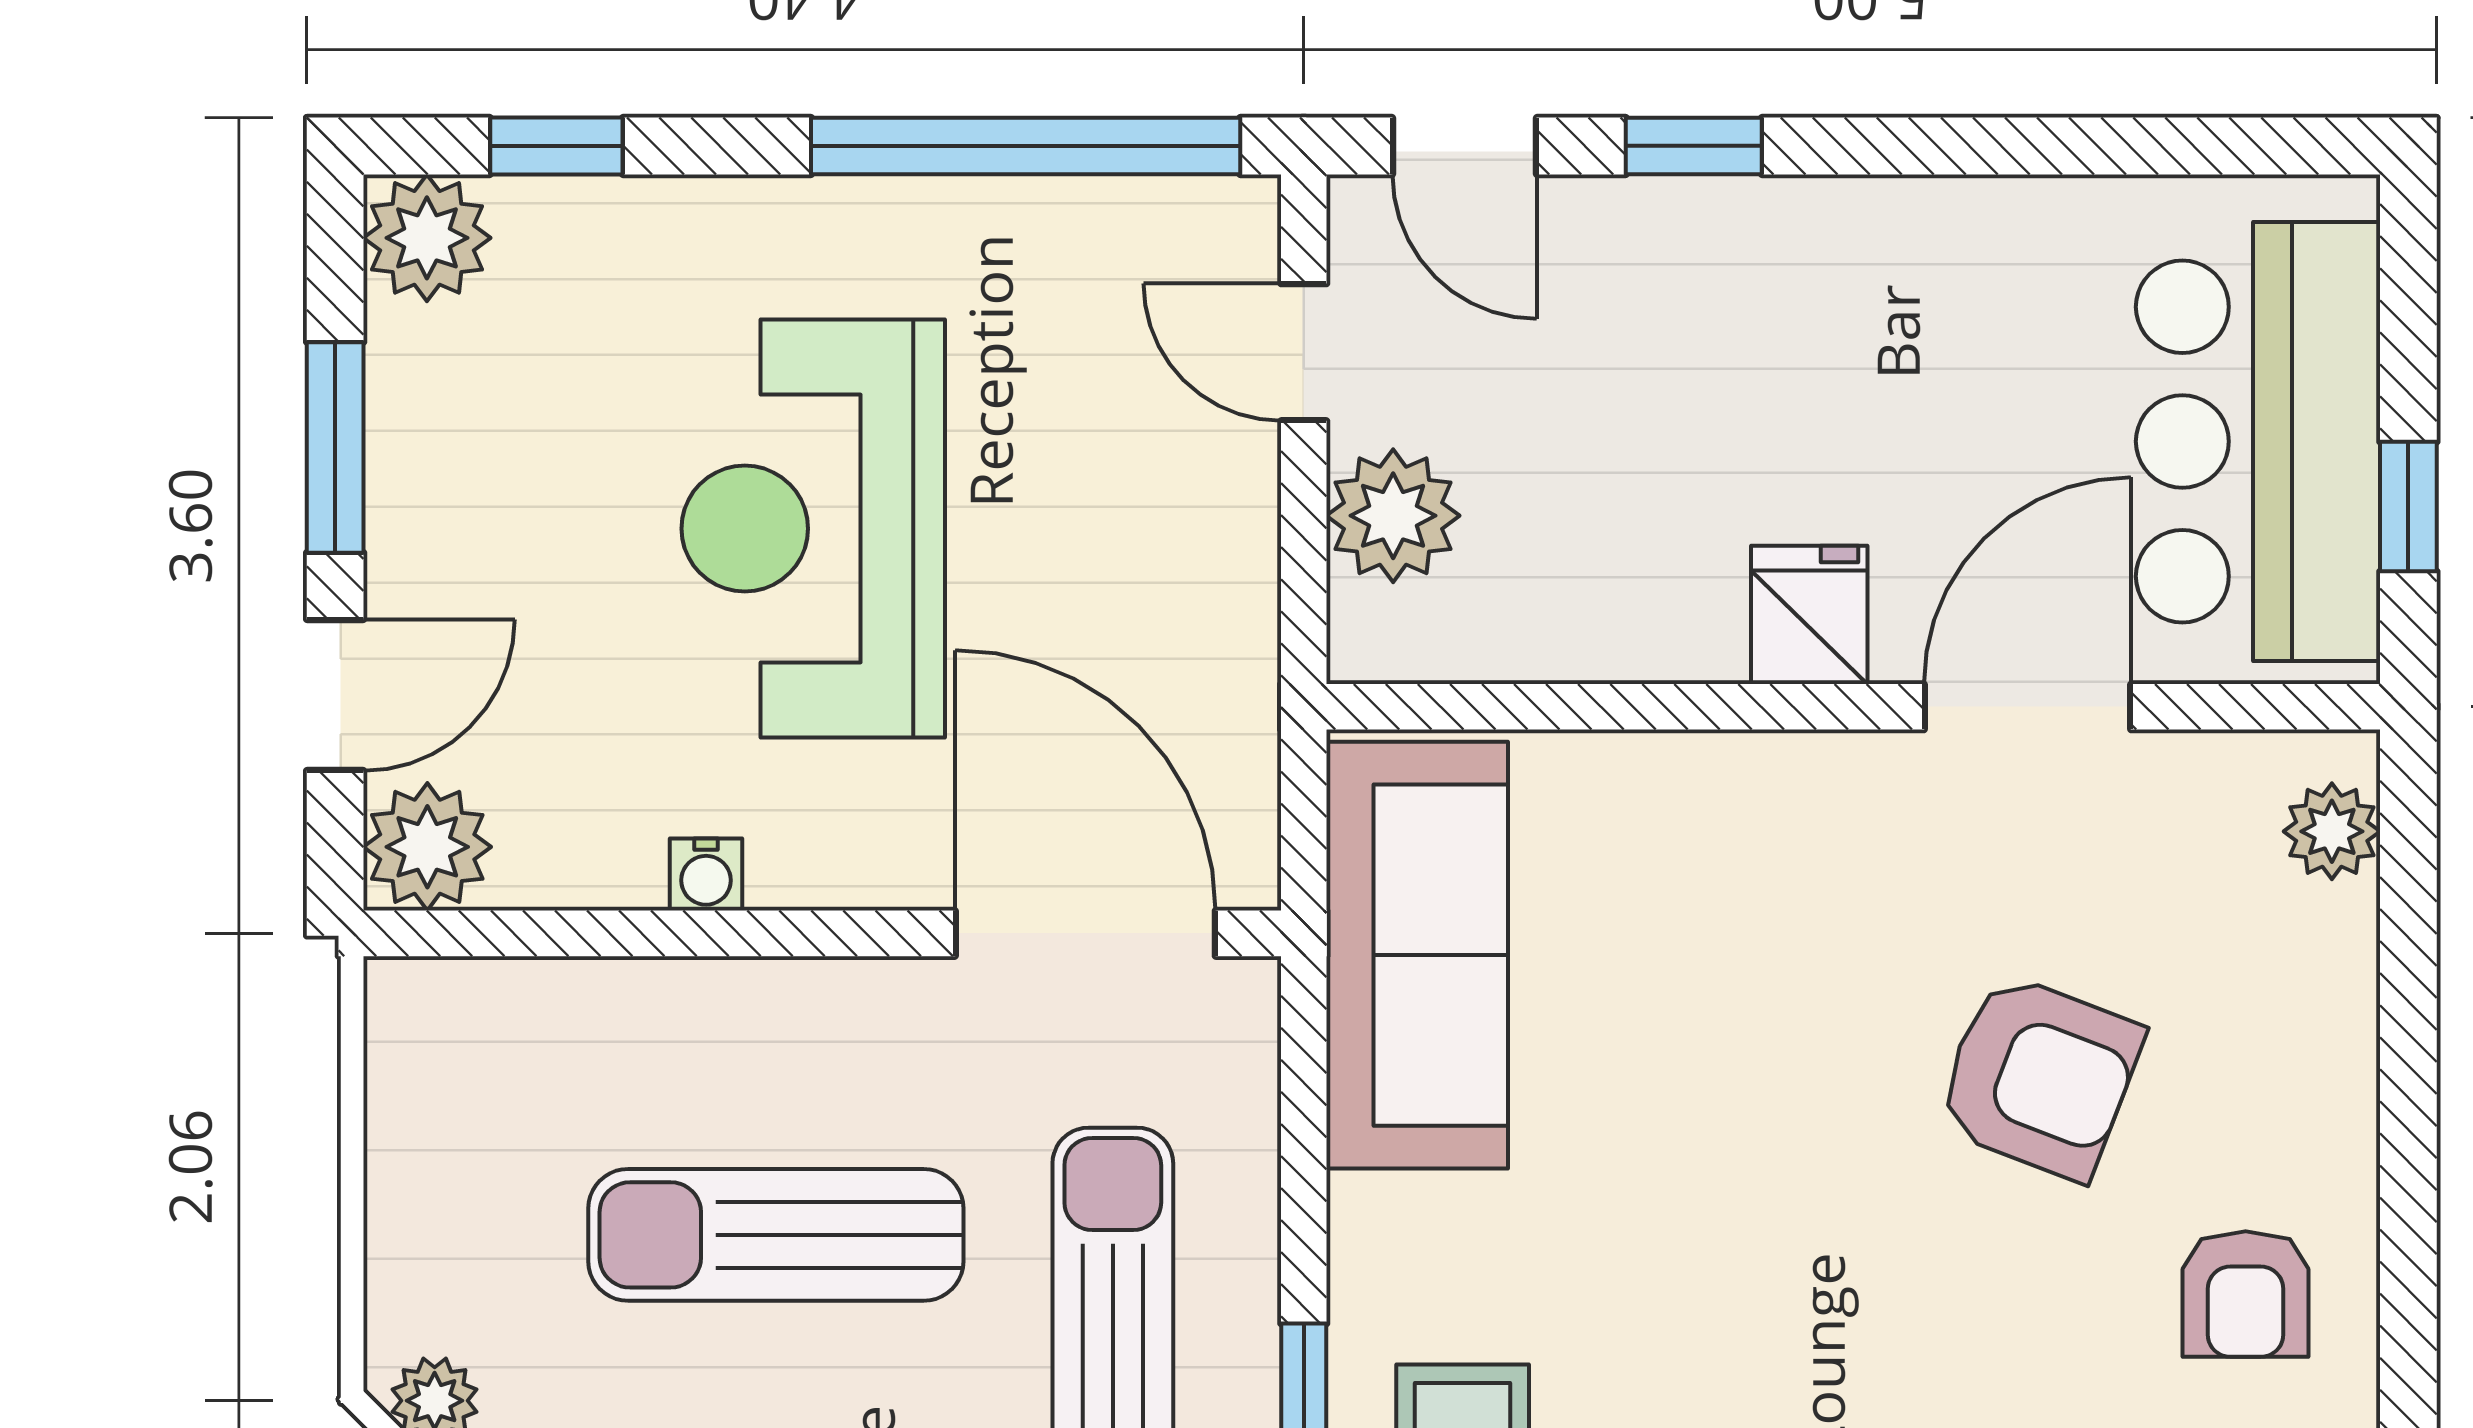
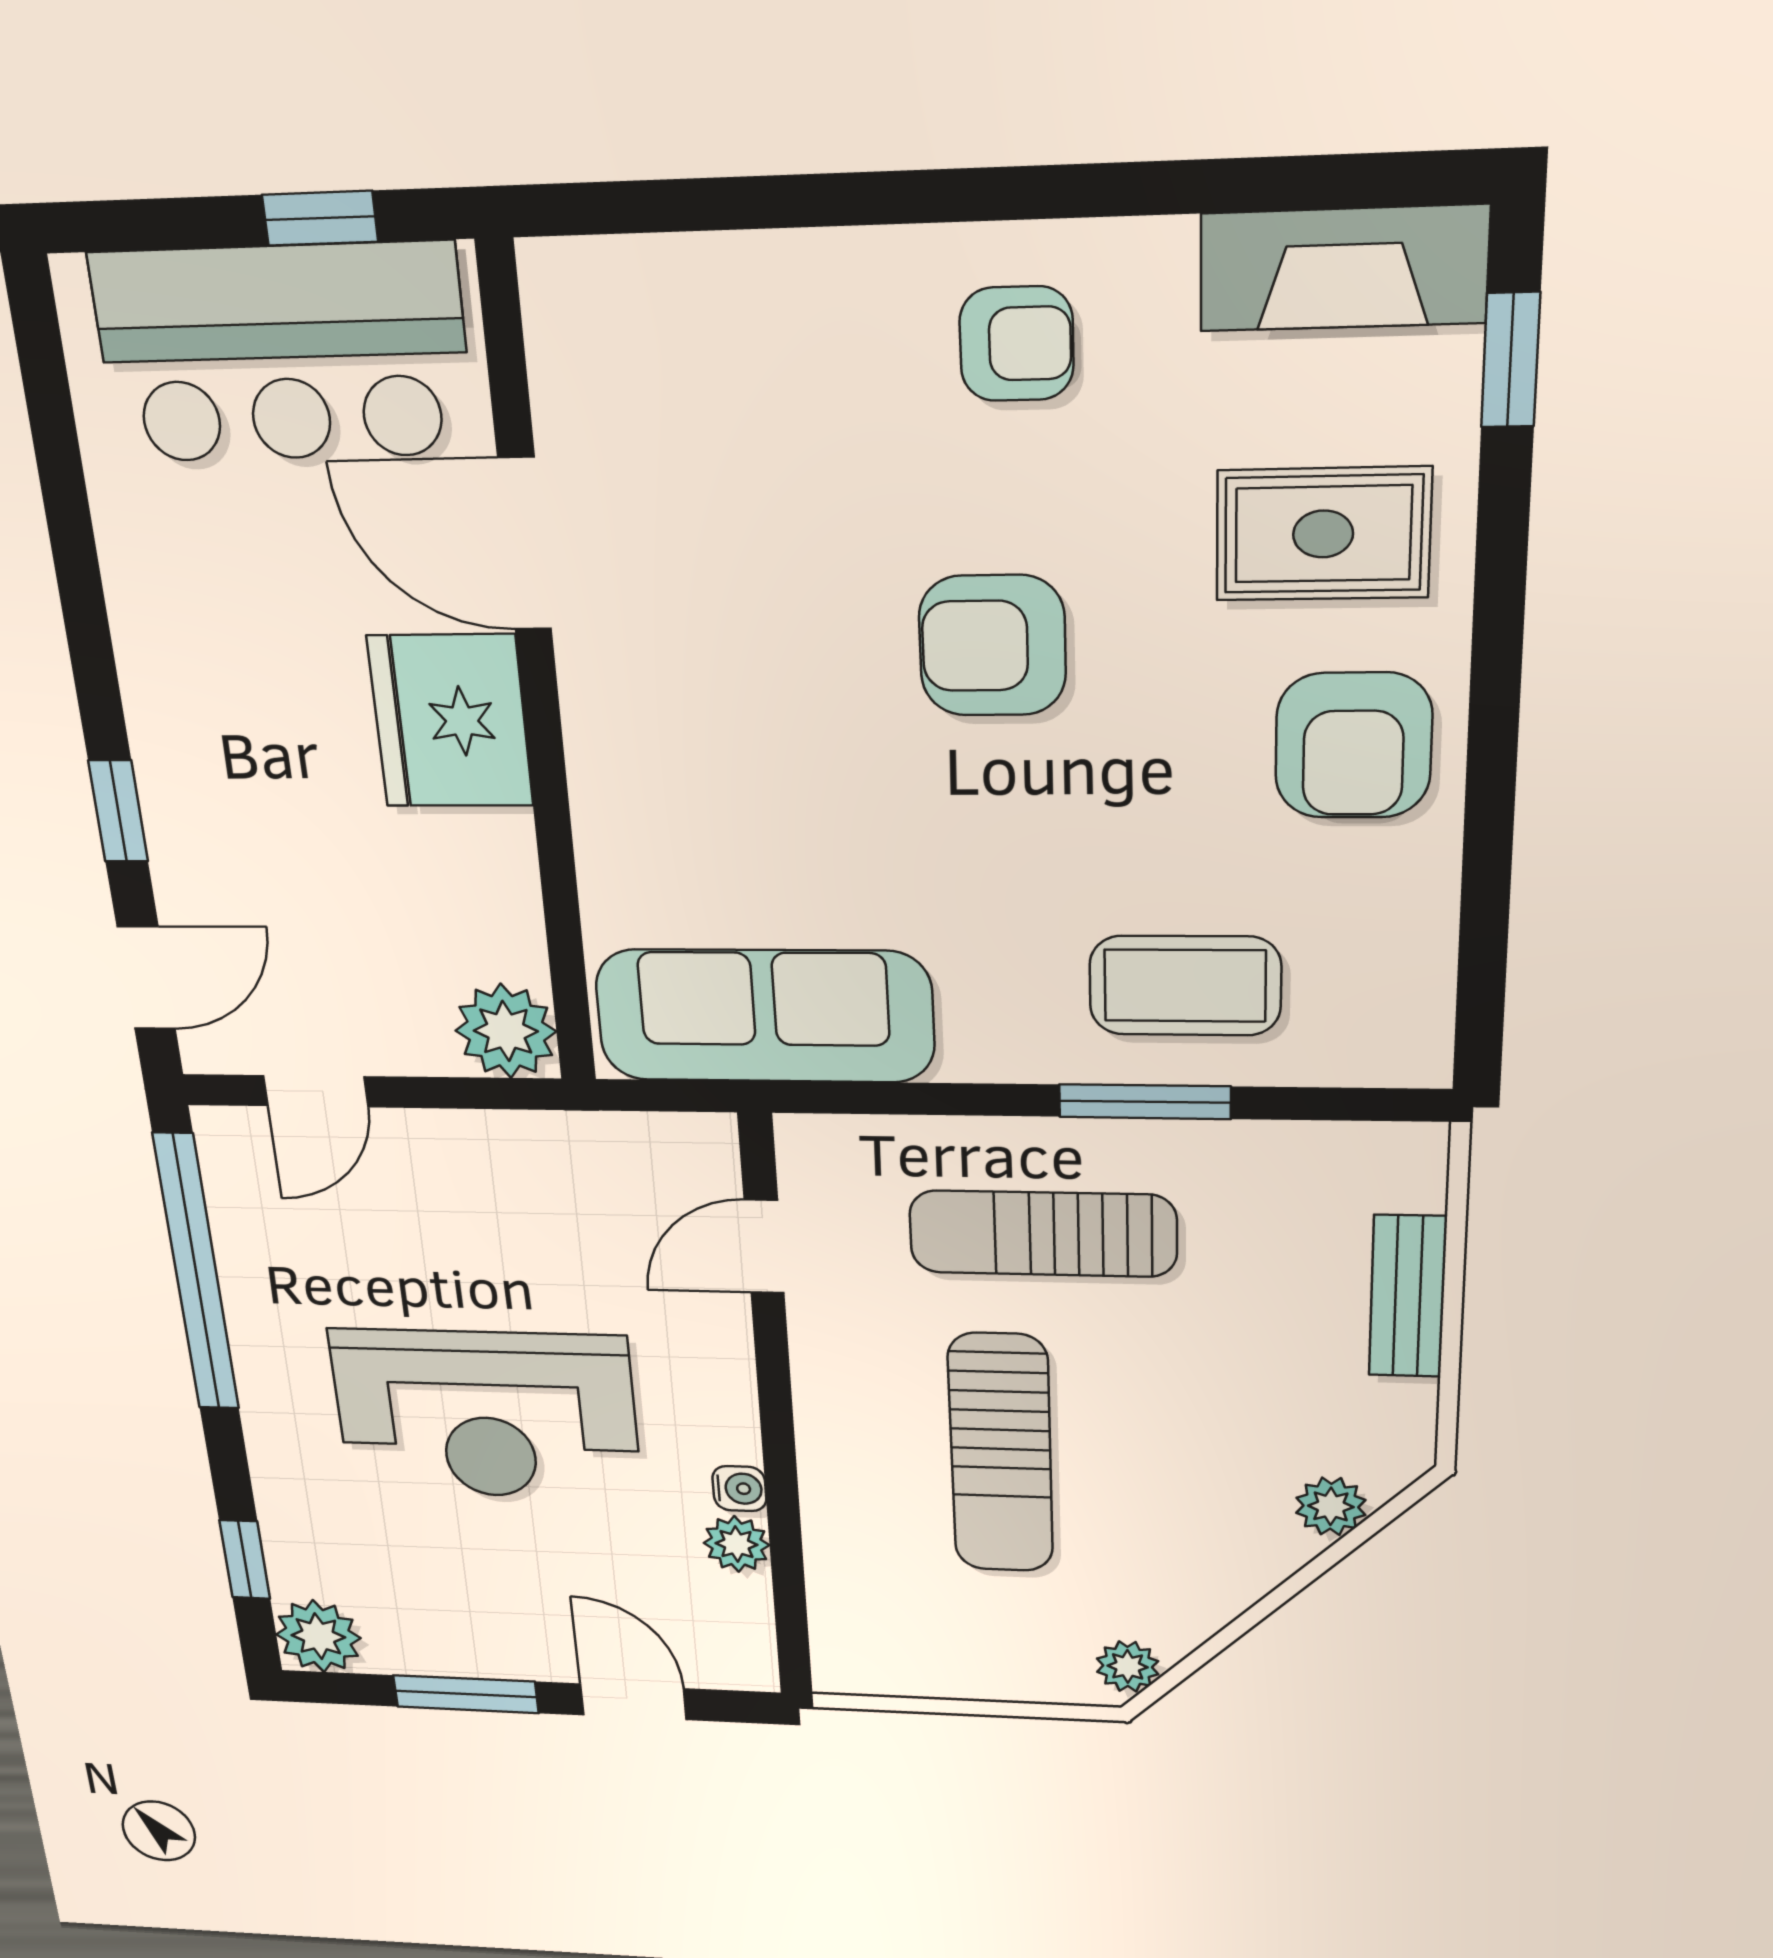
plant: (1393, 516) -> (506, 1031), moved
fridge: (1809, 615) -> (450, 721), width x1.88, depth x1.34
plant: (2332, 831) -> (605, 278), removed
plant: (427, 847) -> (737, 1544), moved, width x0.73, depth x0.73
door: (1085, 933) -> (764, 1247), width x0.53
armchair: (2039, 1077) -> (992, 646), moved, turned -111

